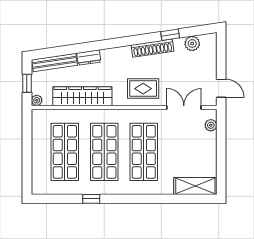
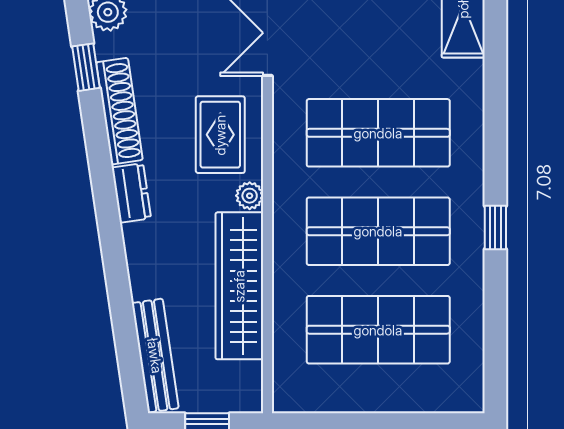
dresser: (89, 57) -> (131, 193), moved
plant: (37, 100) -> (250, 196), moved
window: (91, 199) -> (495, 227), moved

